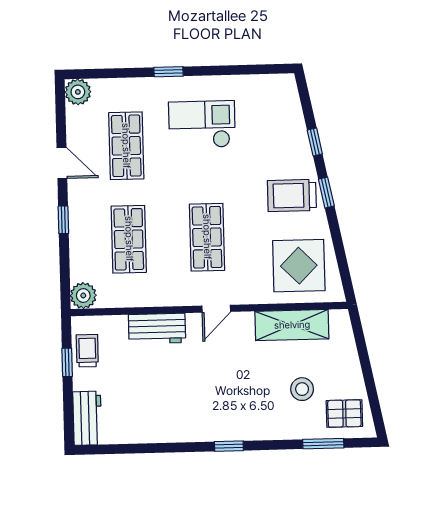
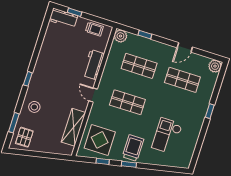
checkout: (202, 124) -> (167, 136), moved, turned 180
window: (315, 142) -> (103, 161), moved
window: (63, 220) -> (145, 35), moved
window: (67, 362) -> (75, 12), moved
stool: (302, 389) -> (34, 107), moved

